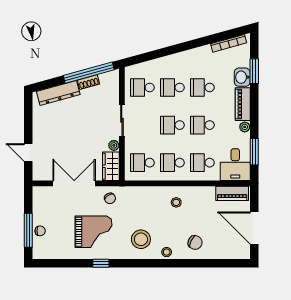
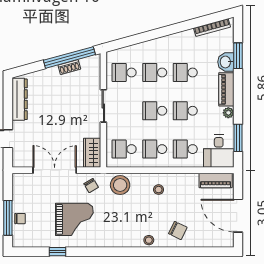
dresser: (58, 93) -> (20, 99), moved, turned -75
plant: (114, 145) -> (95, 132), removed
stool: (141, 239) -> (120, 185), moved
window: (101, 263) -> (58, 252), moved

